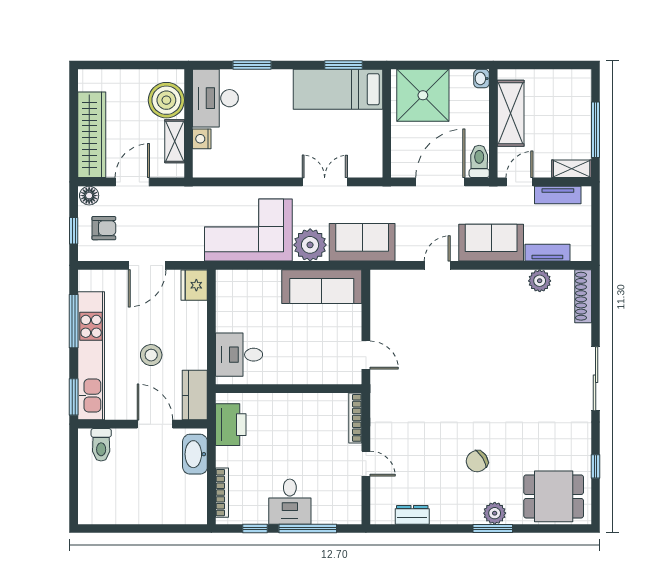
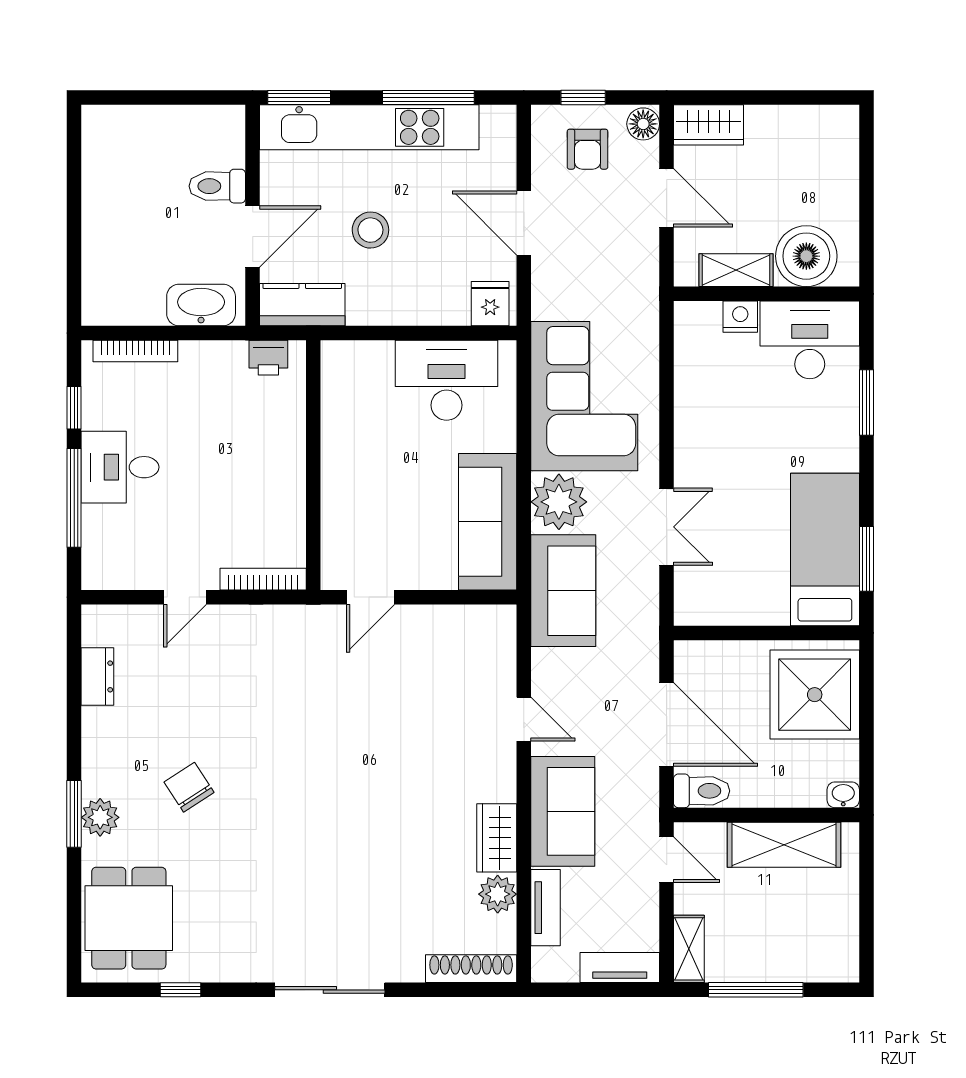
wardrobe: (92, 135) -> (709, 125), width x0.48, depth x0.85
tv unit: (558, 195) -> (620, 968), moved, turned 90
wardrobe: (507, 281) -> (497, 838), added
fridge: (194, 285) -> (490, 304), width x0.72
desk: (239, 355) -> (447, 380), moved, width x1.37
printer: (231, 425) -> (268, 358), width x0.53, depth x0.68
toilet: (101, 445) -> (217, 186), moved

